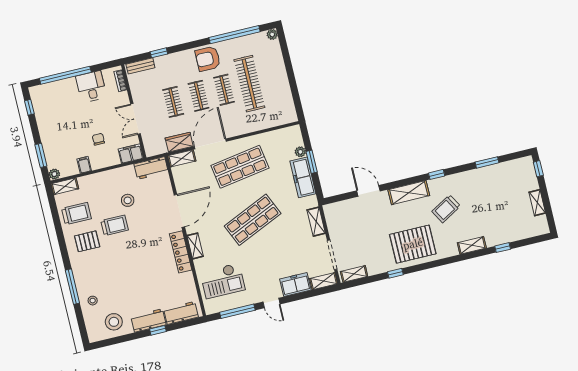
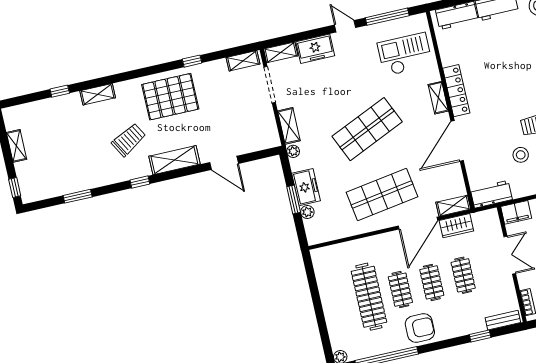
freezer: (303, 177) -> (306, 187), width x0.71
plant: (312, 201) -> (293, 151), added

